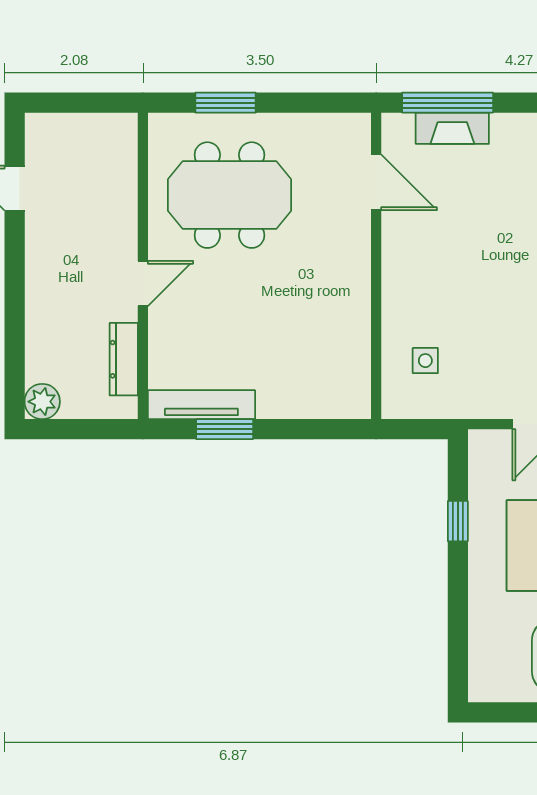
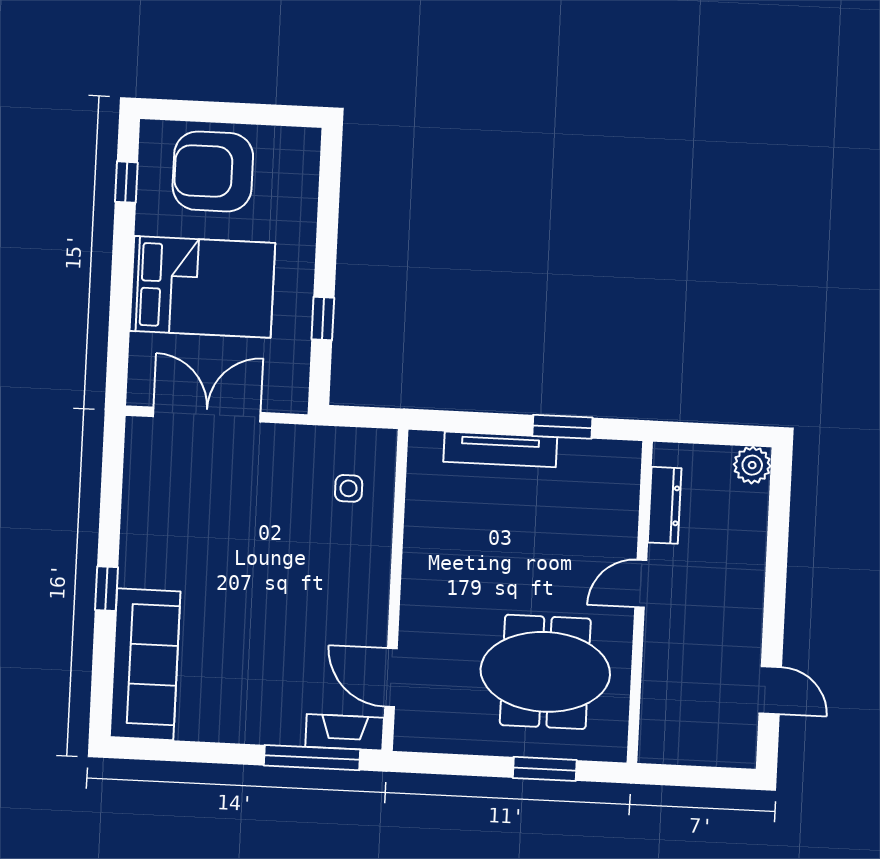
fireplace: (452, 128) -> (345, 732), moved
tv unit: (201, 405) -> (500, 449), moved

